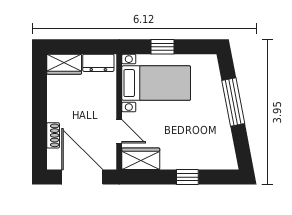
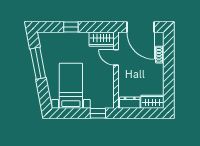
window: (163, 47) -> (98, 113), moved
bed with nightstands: (156, 83) -> (71, 86), moved, turned 90
window: (233, 102) -> (38, 63), moved

